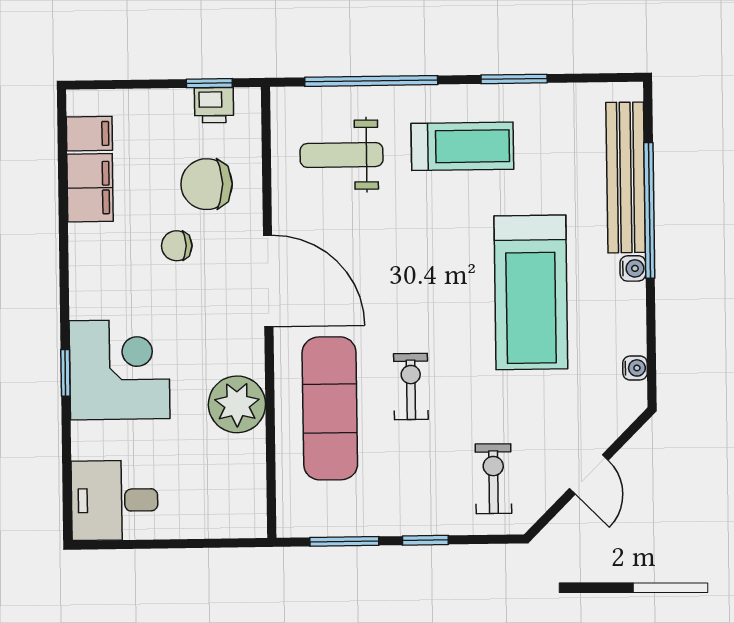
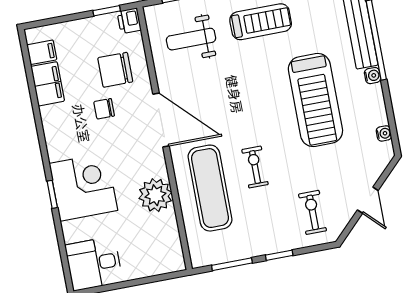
printer: (214, 105) -> (129, 21), moved, turned 90

